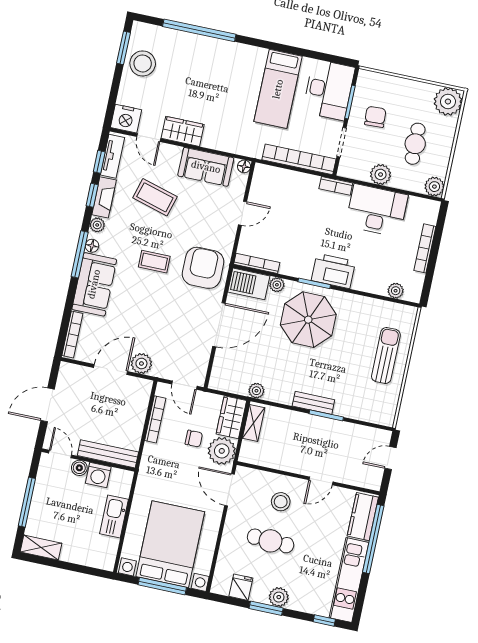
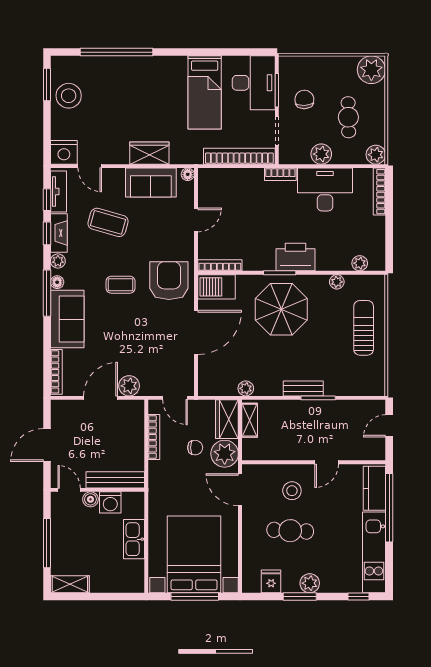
wardrobe: (183, 131) -> (149, 153), moved
bookcase: (425, 248) -> (379, 192), moved
plant: (277, 285) -> (337, 282), moved

